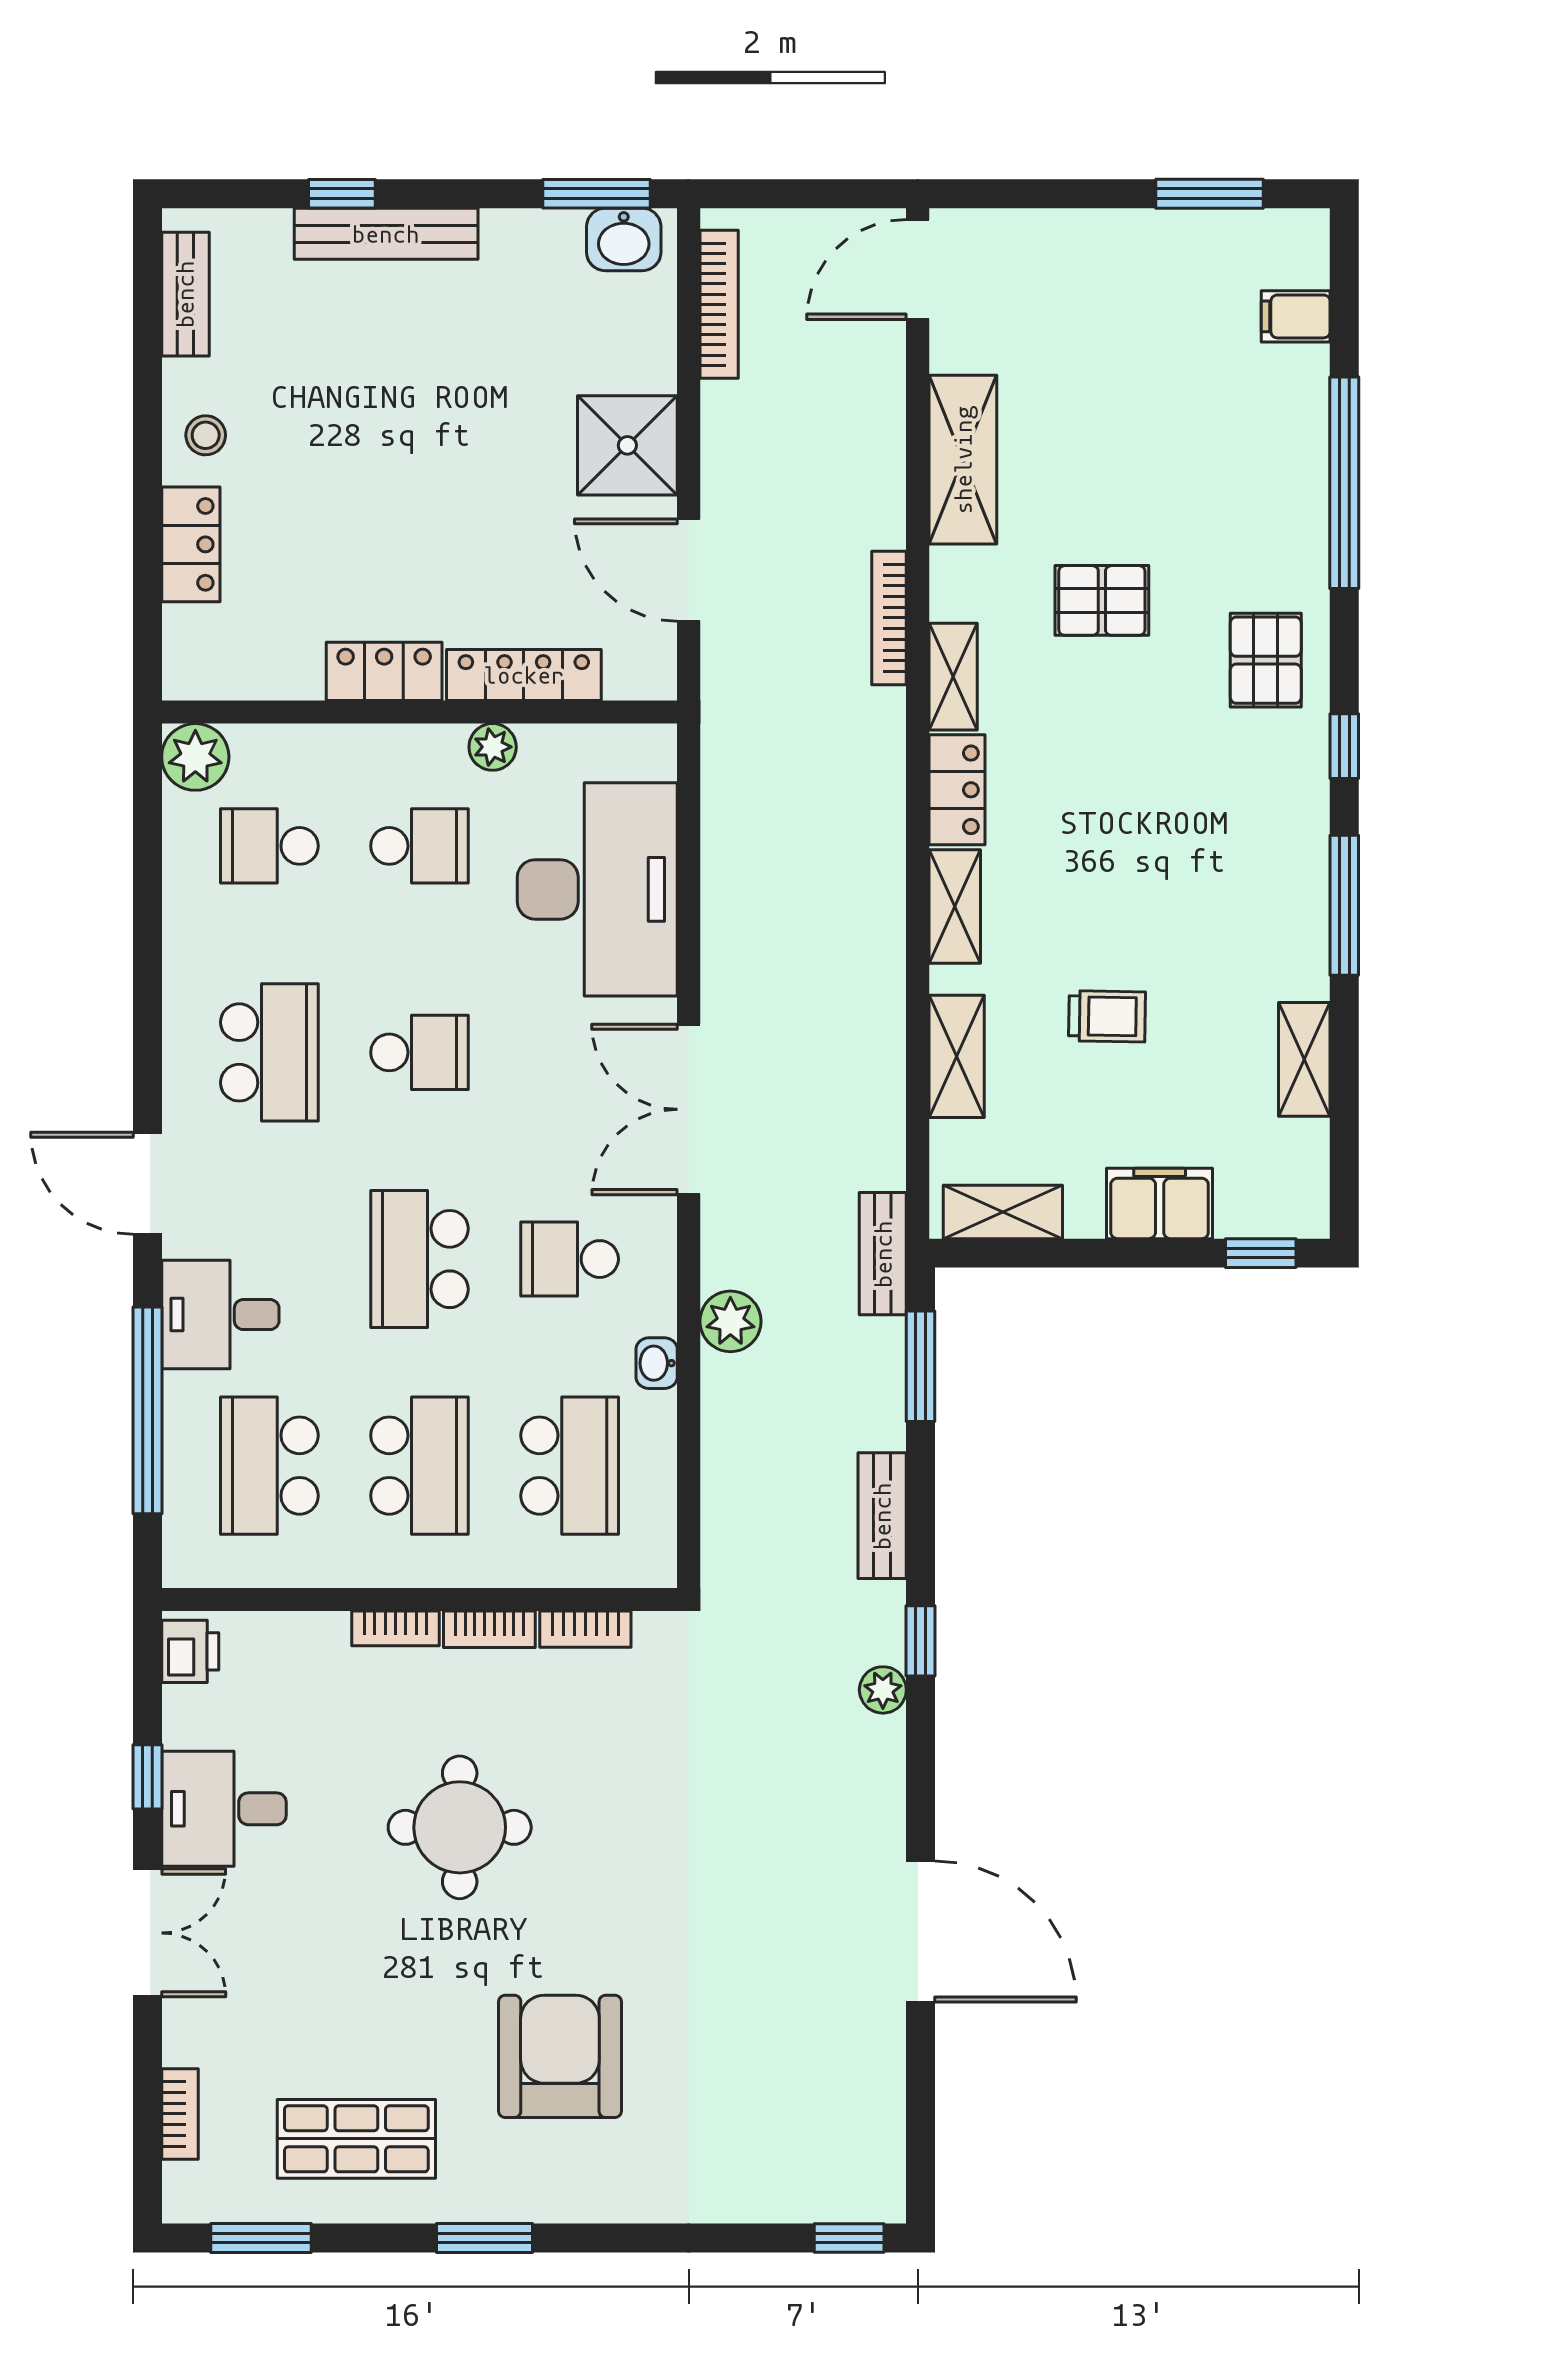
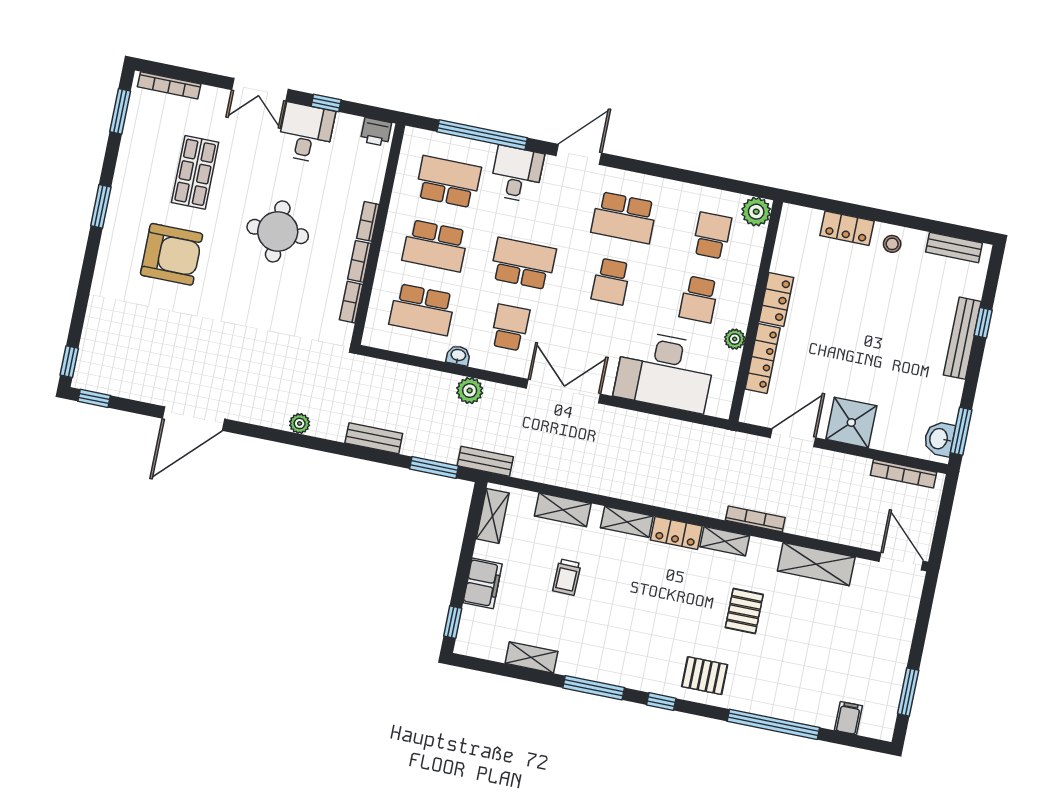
window: (921, 1641) -> (94, 398), moved
bookcase: (180, 2114) -> (169, 85), width x1.56
shop shelf: (356, 2139) -> (195, 172), moved

